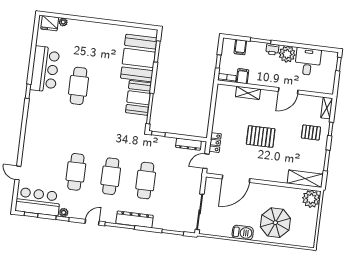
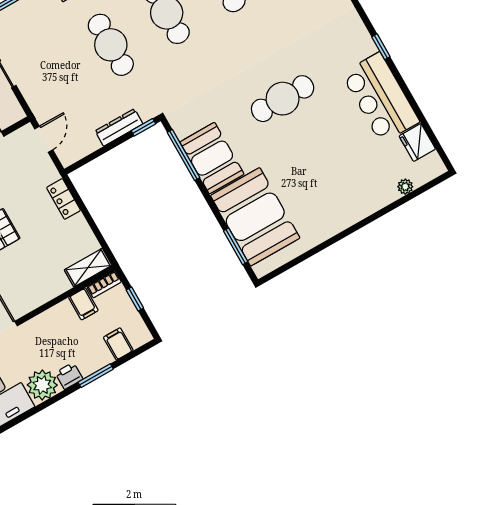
fridge: (50, 23) -> (417, 143), moved, turned -90
cafe table: (79, 86) -> (283, 99), moved, turned 90
shelving: (248, 93) -> (88, 268), moved
locker: (215, 143) -> (63, 199), moved
dresser: (188, 144) -> (119, 127), moved

